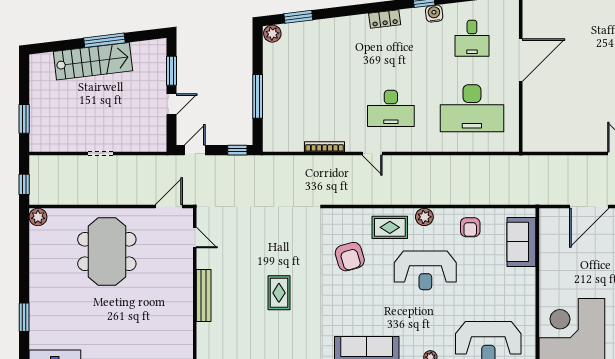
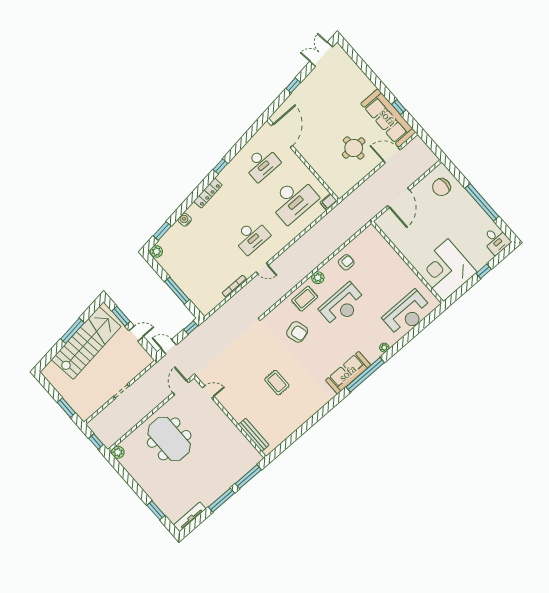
water cooler: (434, 14) -> (185, 220), moved
locker: (385, 19) -> (208, 193), width x1.53
desk: (472, 38) -> (262, 164), width x1.37
door: (521, 60) -> (282, 136), moved
stairs: (93, 61) -> (86, 343), width x1.36, depth x1.51
door: (171, 104) -> (136, 334), hinge flipped
round table: (588, 109) -> (354, 148), added
filing cabinet: (509, 144) -> (329, 202), added
door: (195, 150) -> (169, 347), hinge flipped
armchair: (470, 227) -> (346, 262), turned -90
sofa: (521, 242) -> (379, 247), removed
bench: (204, 295) -> (254, 435), moved

